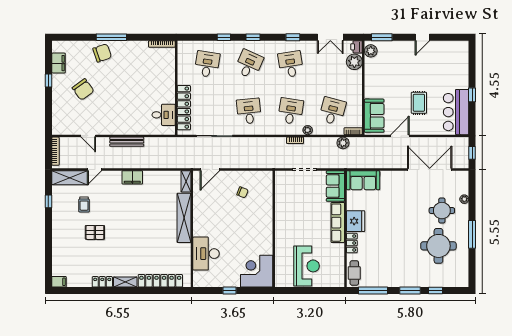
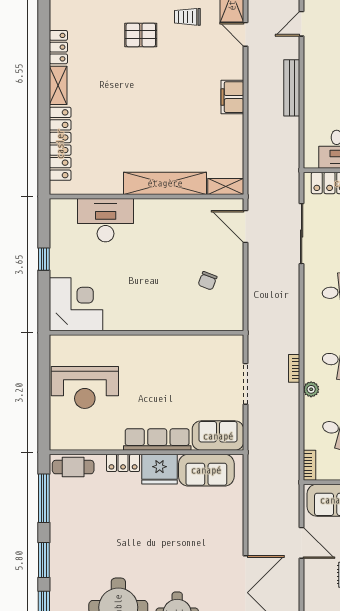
plant: (343, 143) -> (290, 448), removed
sofa: (363, 180) -> (206, 470), moved, turned -90
pallet: (95, 232) -> (141, 35), turned 90

